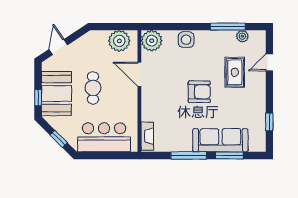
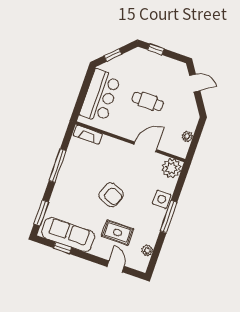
window: (228, 27) -> (169, 217), moved
plant: (119, 41) -> (187, 136), width x0.53, depth x0.53
armchair: (199, 92) -> (111, 195), turned -68
booth: (56, 94) -> (154, 67), removed
sofa: (220, 140) -> (68, 235), moved, turned -90
window: (229, 155) -> (41, 213), moved

